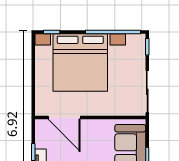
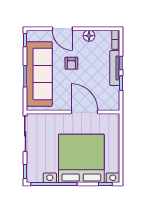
door: (64, 118) -> (84, 112), moved

